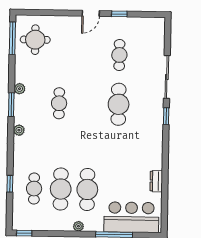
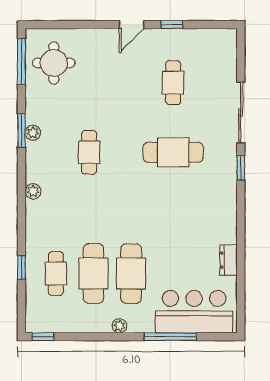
cafe table: (119, 104) -> (173, 152), turned 90
window: (11, 105) -> (21, 130), moved

